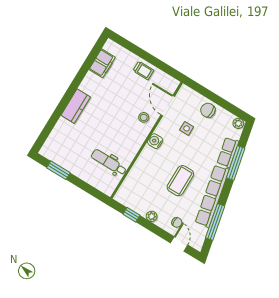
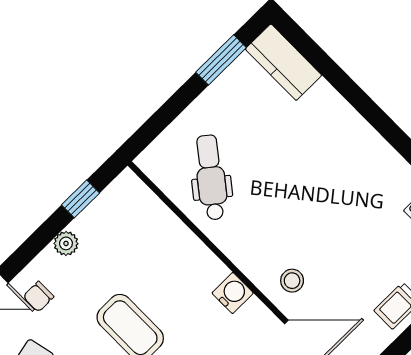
kitchen counter: (76, 106) -> (284, 62), moved
dental chair: (109, 162) -> (211, 177), turned -52

